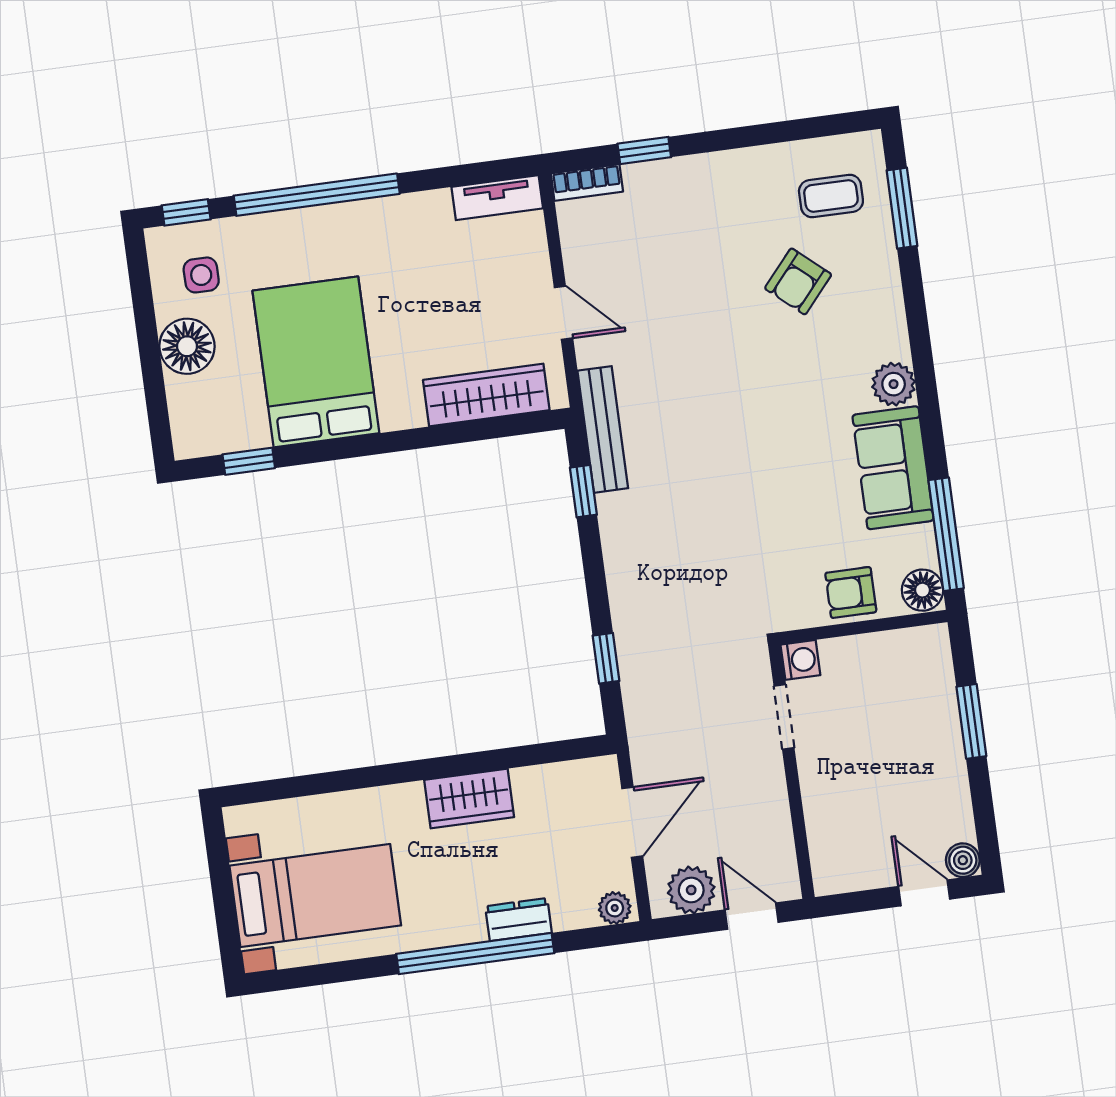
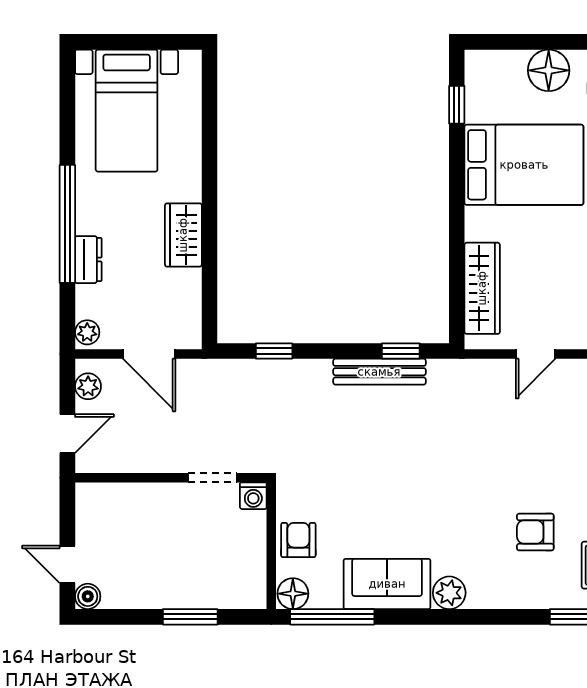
armchair: (798, 281) -> (535, 532), turned -41
bench: (603, 429) -> (379, 372), moved
plant: (691, 890) -> (88, 386), width x0.73, depth x0.73
door: (924, 893) -> (67, 564), swing flipped

